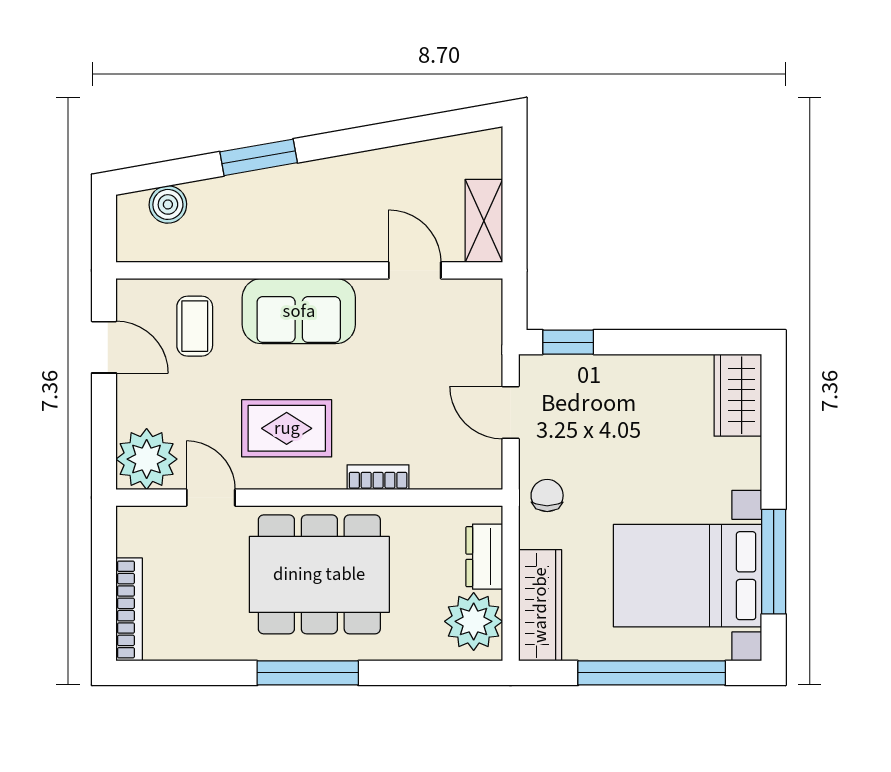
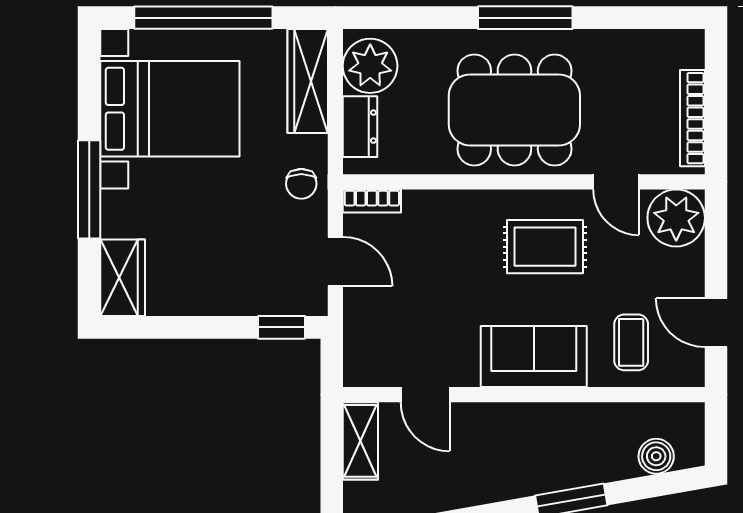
bookcase: (378, 477) -> (372, 201), moved
window: (774, 562) -> (89, 189), moved
bookcase: (129, 609) -> (693, 118), moved

